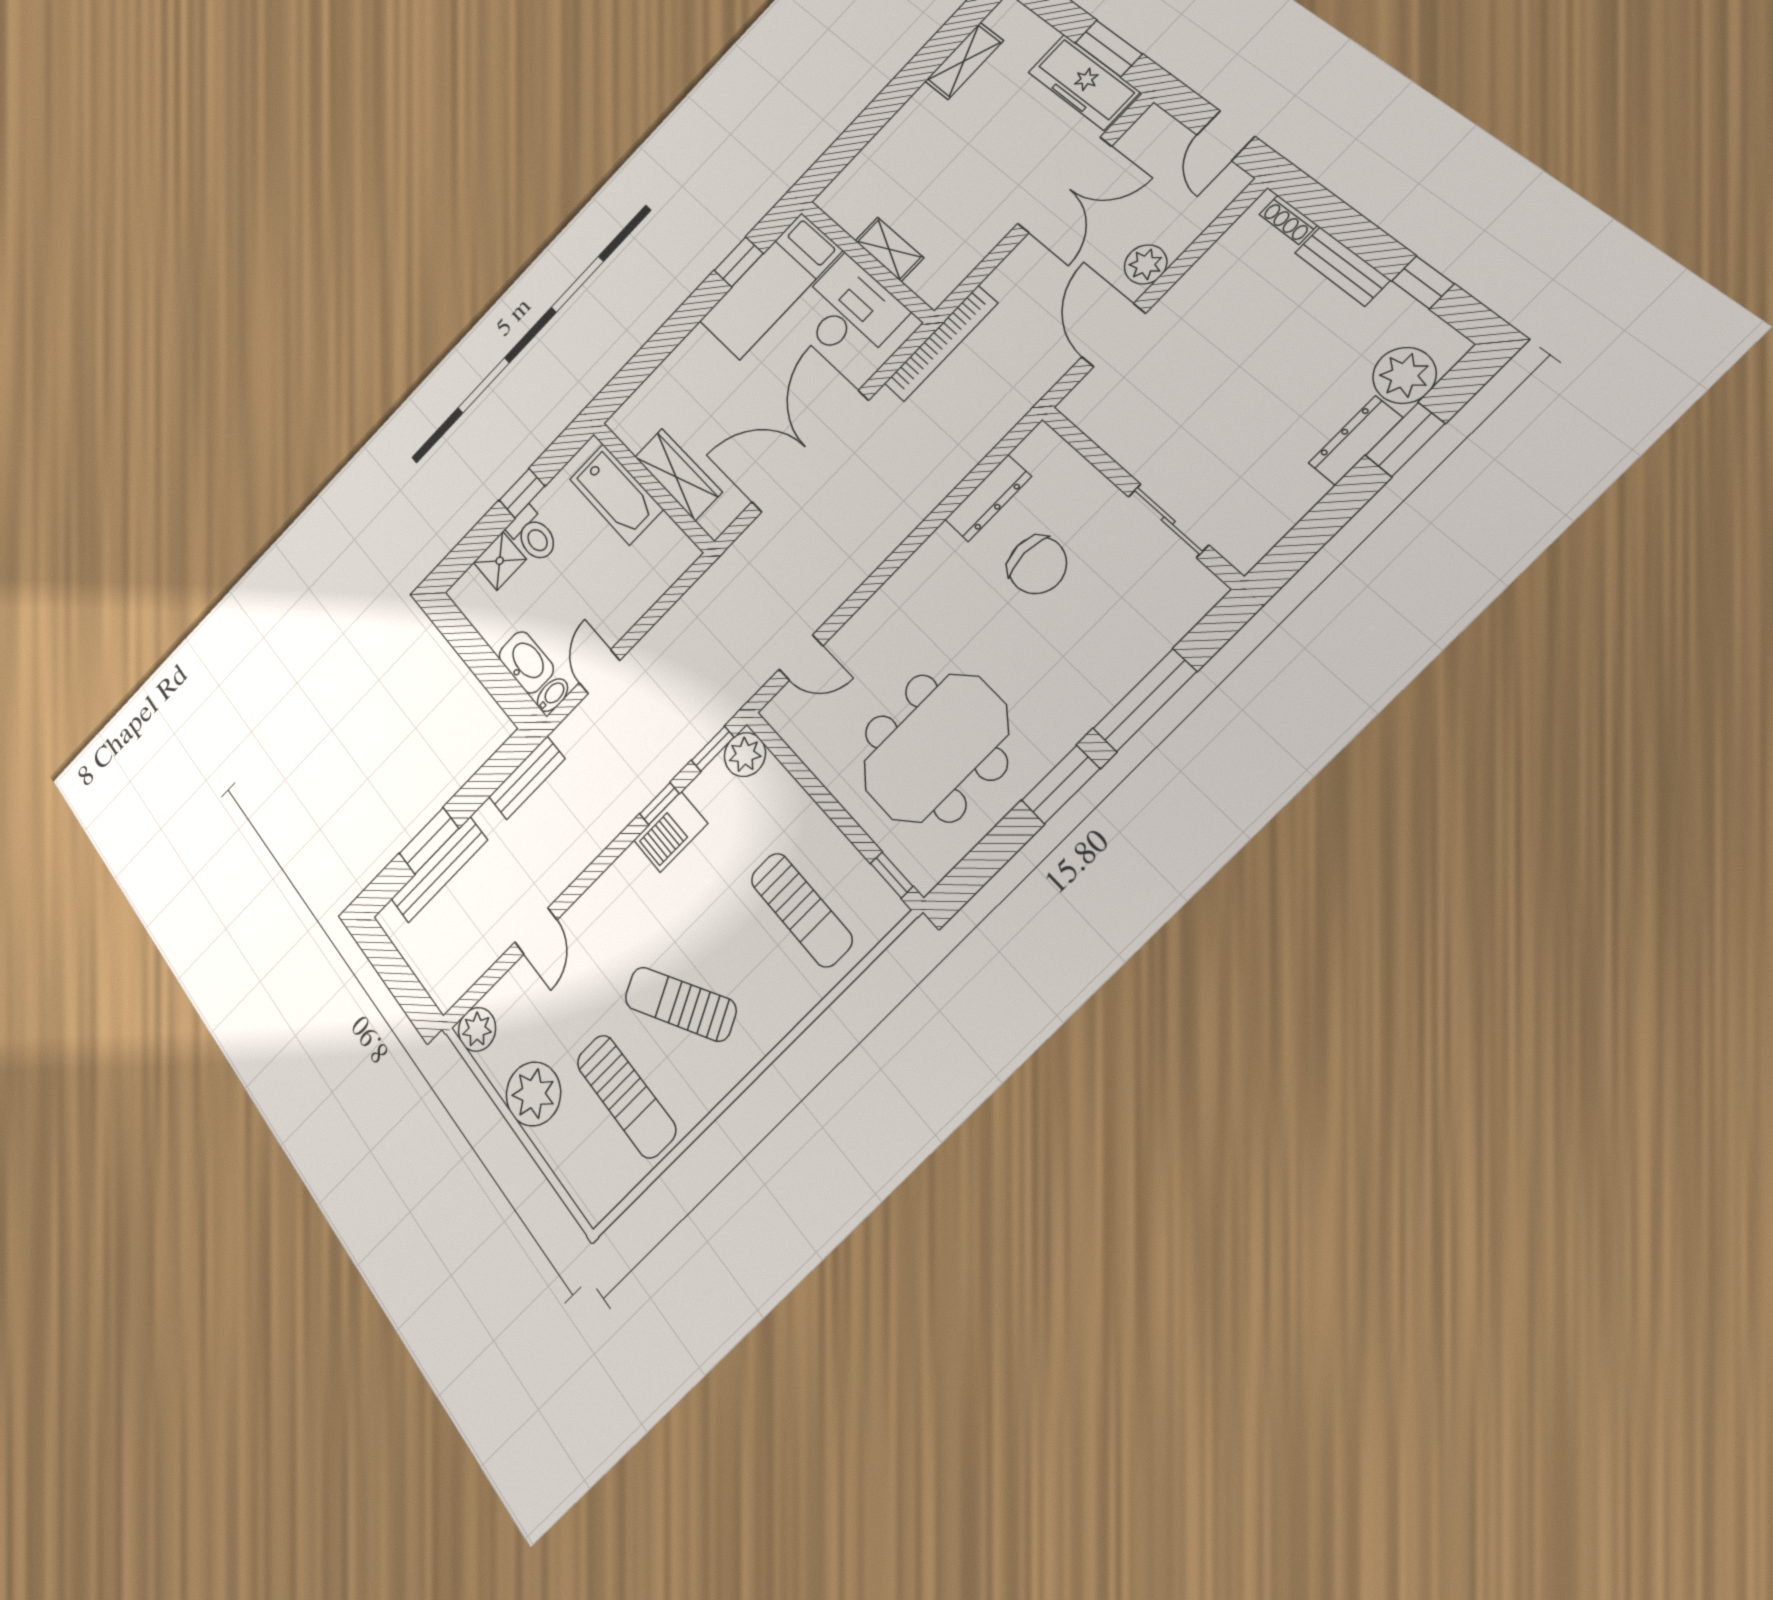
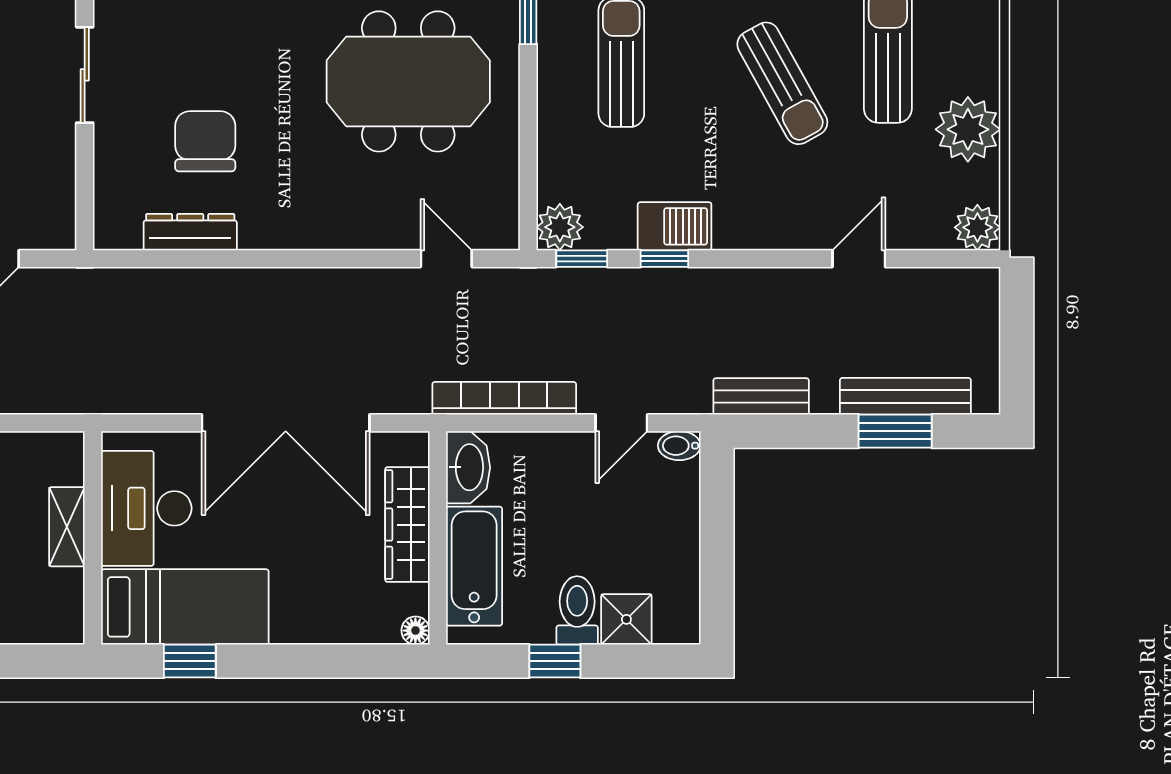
bookcase: (941, 343) -> (504, 398), moved
floor lamp: (619, 422) -> (415, 631), added
washbasin: (526, 662) -> (468, 467), moved, turned 180

